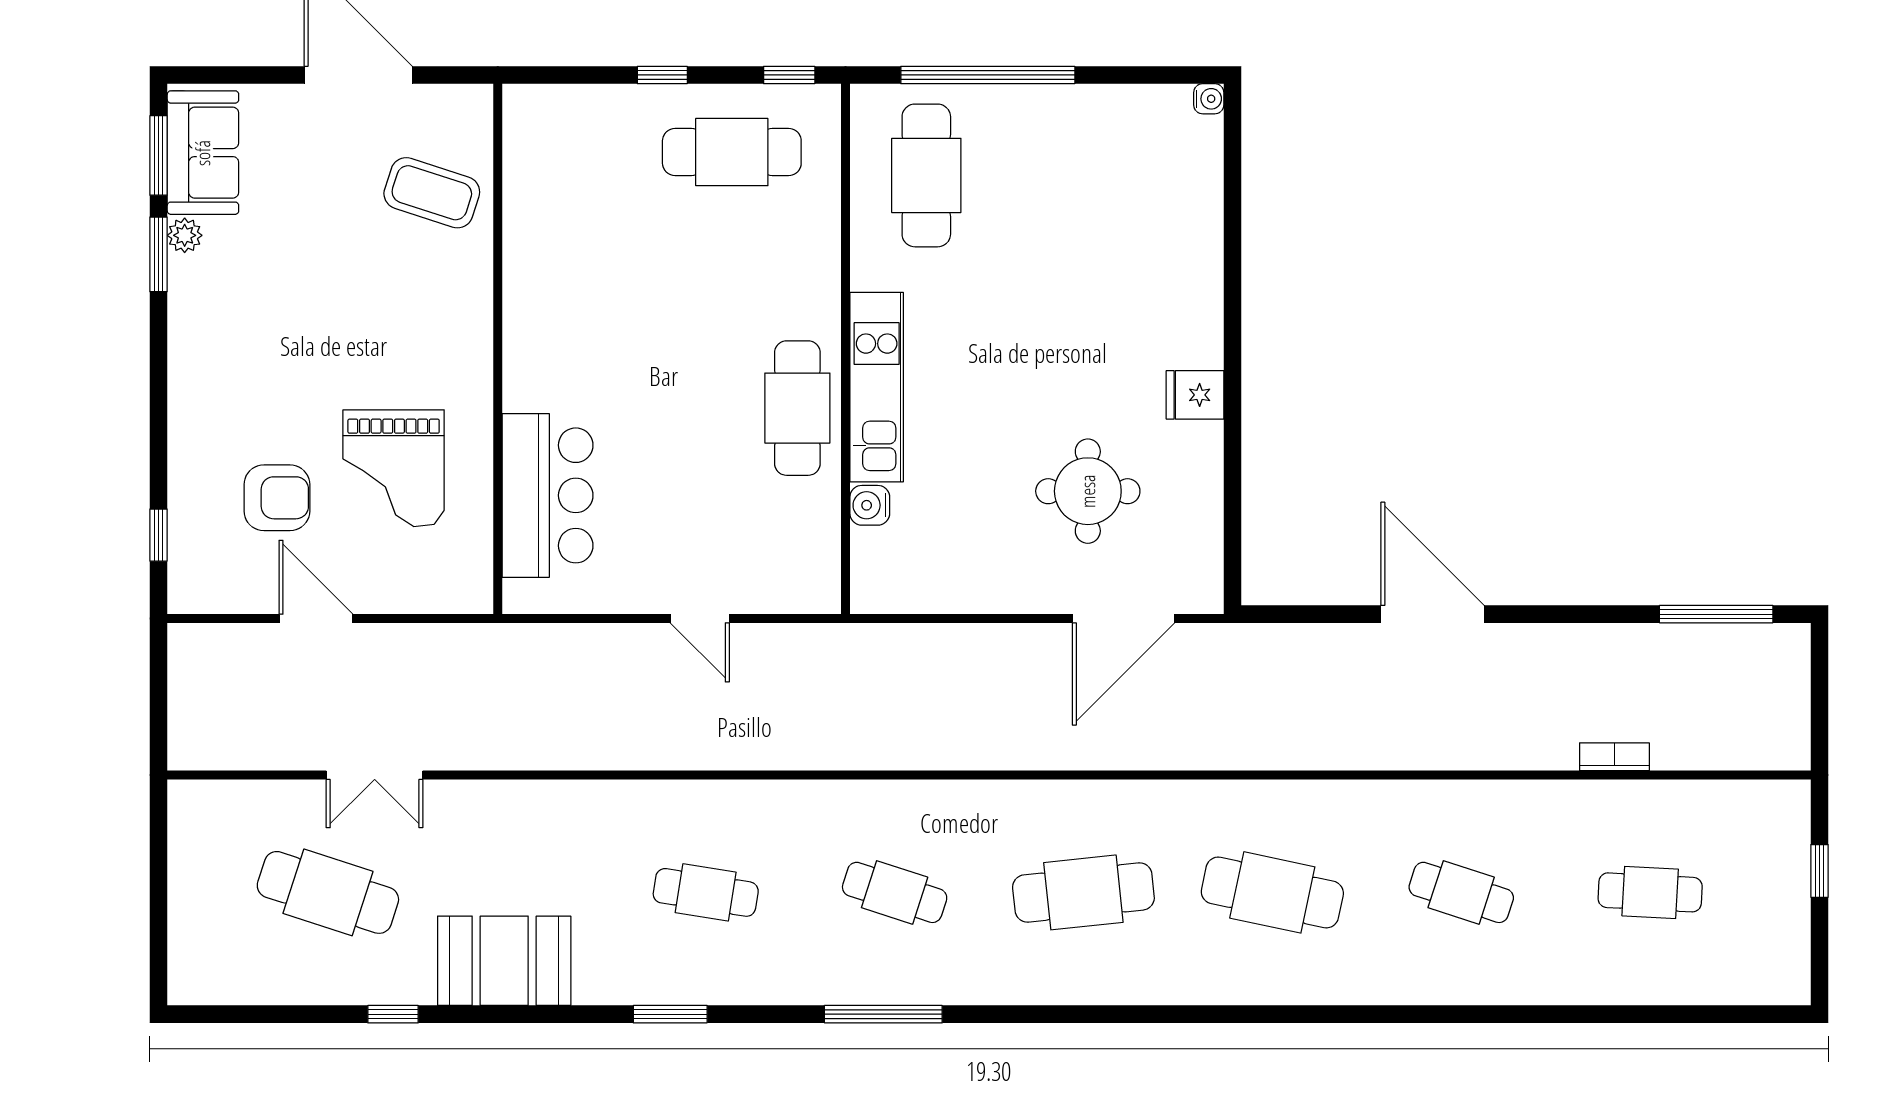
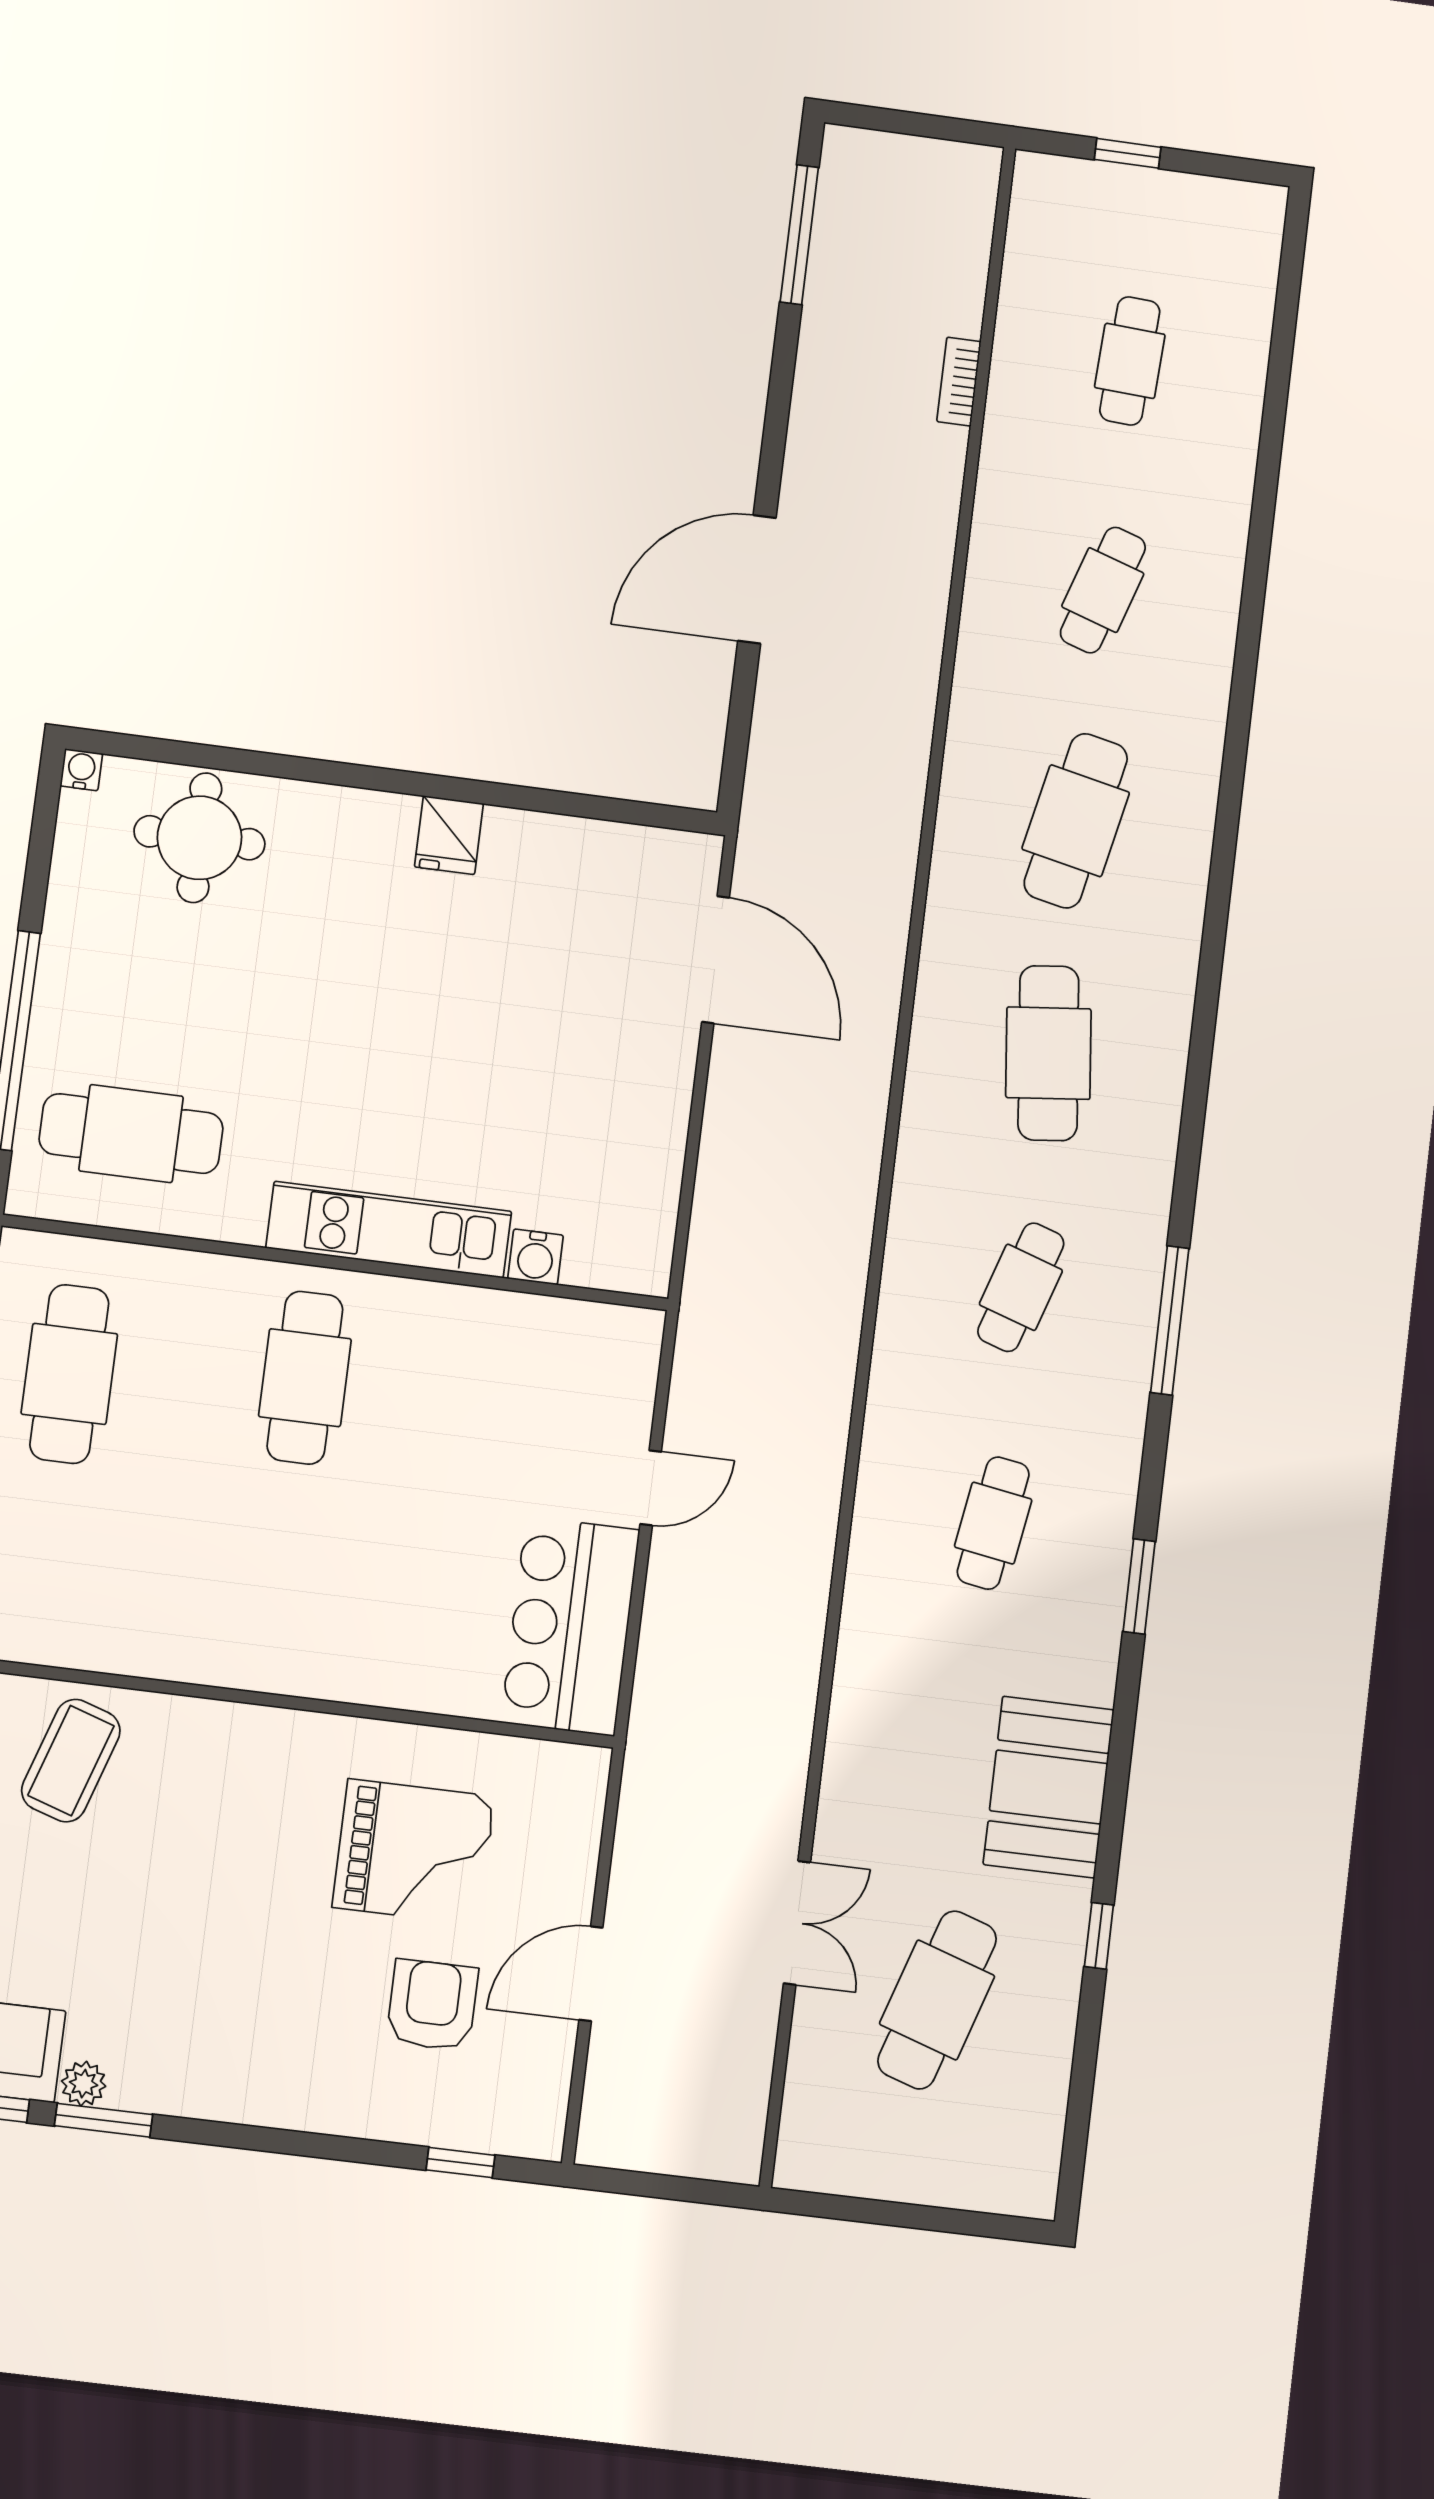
cafe table: (797, 408) -> (305, 1378), moved, turned 90
round table: (1088, 491) -> (199, 838), moved
bar counter: (548, 495) -> (570, 1626), moved, turned -90

